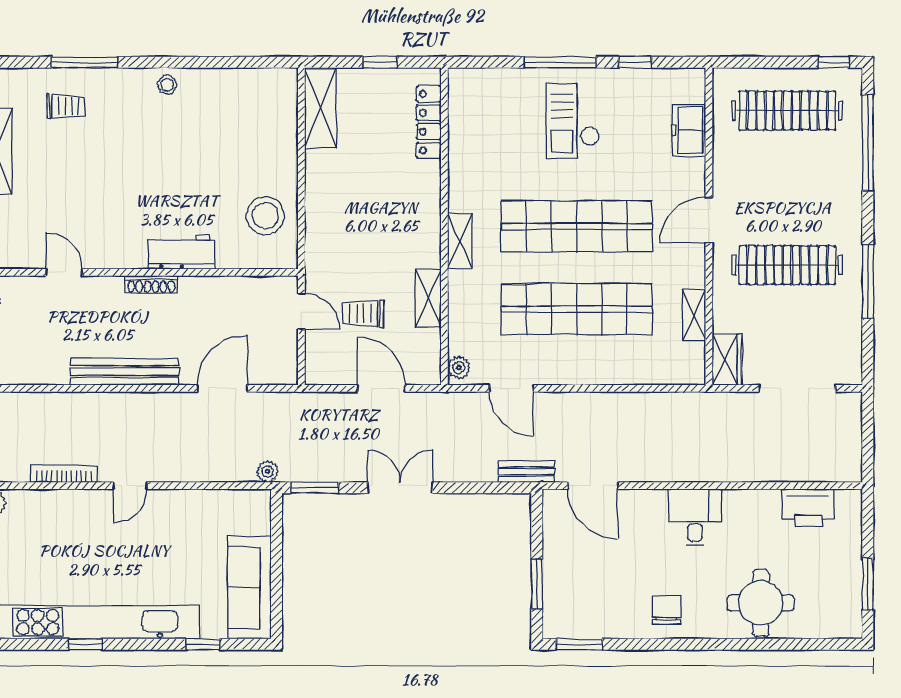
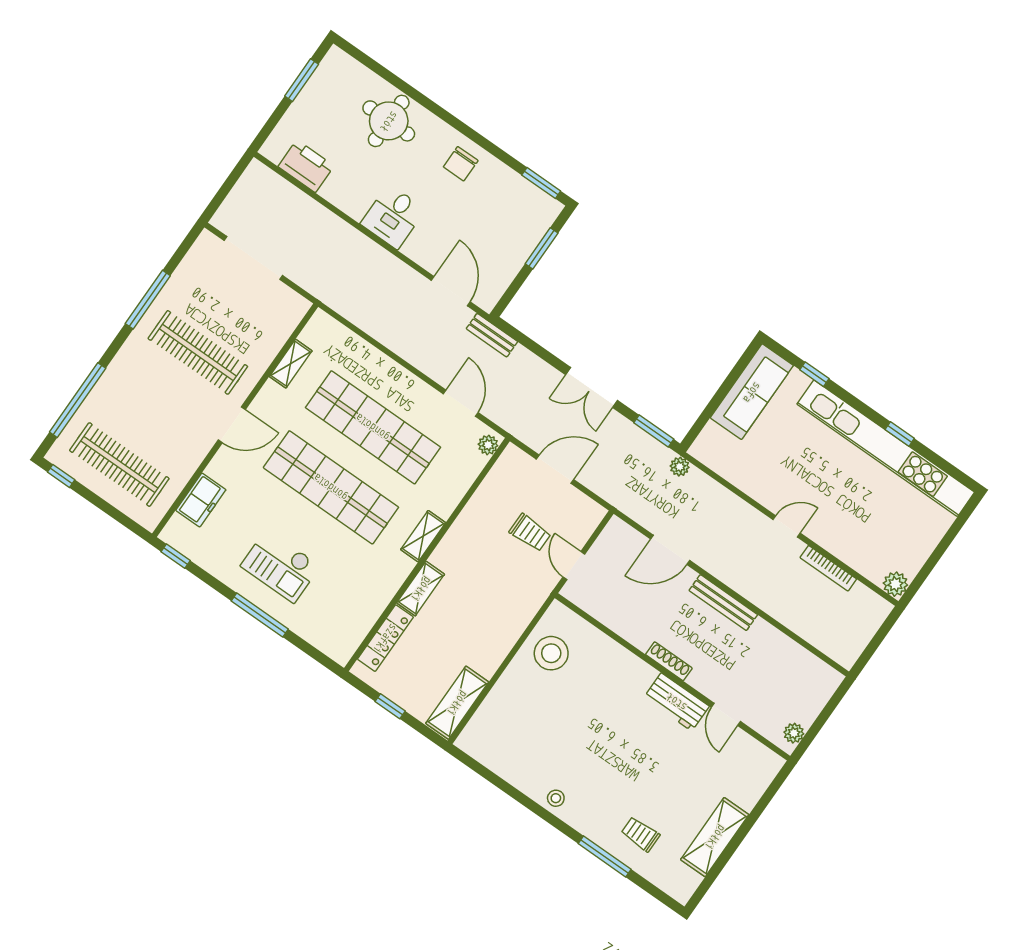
window: (635, 62) -> (176, 556), moved
checkout: (573, 121) -> (280, 566), turned 90
workbench: (181, 252) -> (677, 702), moved
shelving: (428, 298) -> (421, 589), moved
wardrobe: (727, 360) -> (290, 314), removed
bench: (124, 372) -> (723, 603), width x0.73, depth x0.82
door: (381, 388) -> (555, 469), swing flipped

